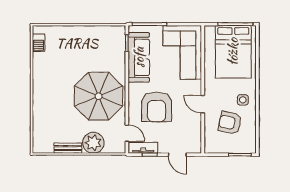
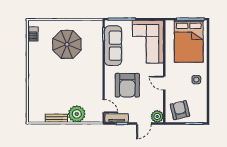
parasol: (99, 96) -> (67, 44), moved, width x0.73, depth x0.73
armchair: (230, 123) -> (180, 110), moved, turned 65
plant: (194, 146) -> (157, 116), added
door: (177, 155) -> (144, 124), hinge flipped

